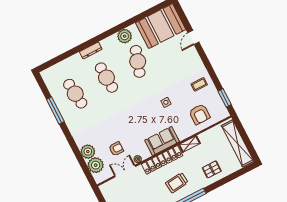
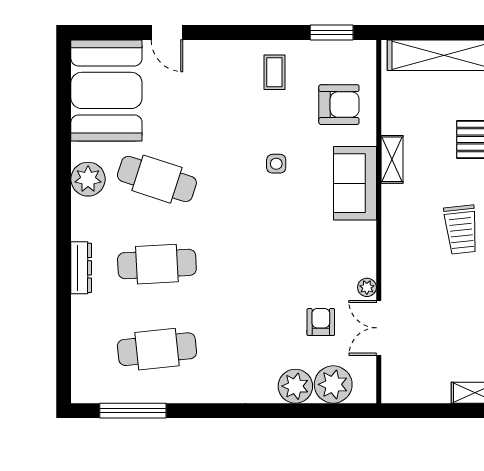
window: (55, 111) -> (133, 411), moved
sofa: (162, 141) -> (355, 183), moved
locker: (162, 160) -> (395, 236), removed

